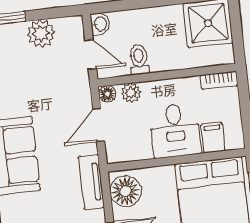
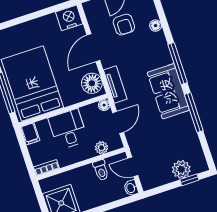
plant: (41, 34) -> (181, 169), moved
floor lamp: (107, 94) -> (104, 105), moved
filing cabinet: (213, 138) -> (30, 134), moved

